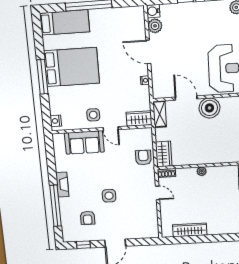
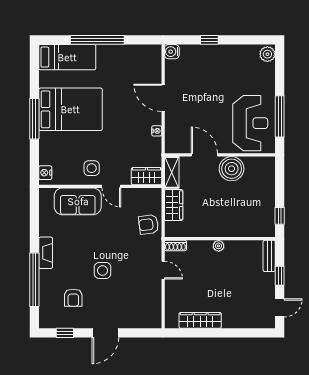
plant: (155, 26) -> (173, 68), removed
wardrobe: (164, 154) -> (174, 205), moved
armchair: (143, 157) -> (149, 224), turned -97

